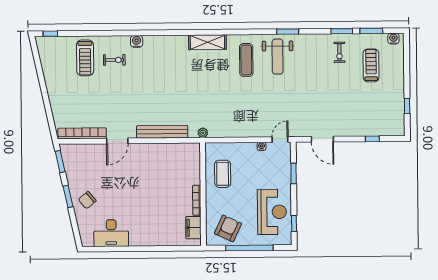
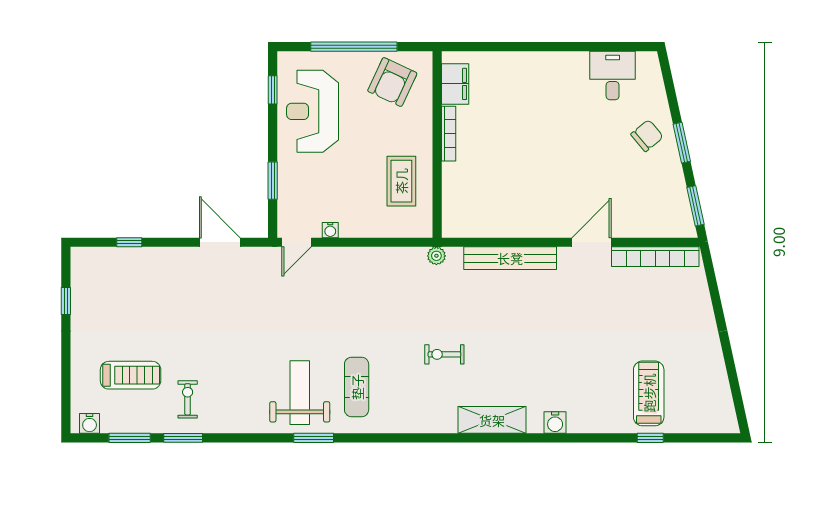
window: (288, 32) -> (314, 438), moved
window: (50, 34) -> (650, 438), moved
shelving: (207, 42) -> (492, 420), moved
exercise bike: (114, 60) -> (444, 354), moved
treadmill: (371, 65) -> (131, 375), turned -90
desk: (111, 233) -> (613, 76), width x0.73

